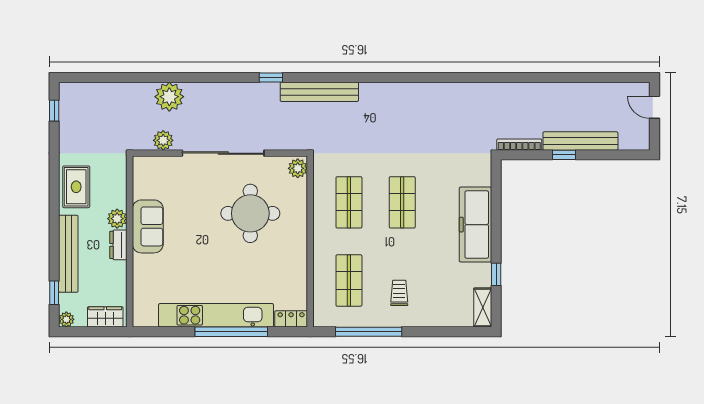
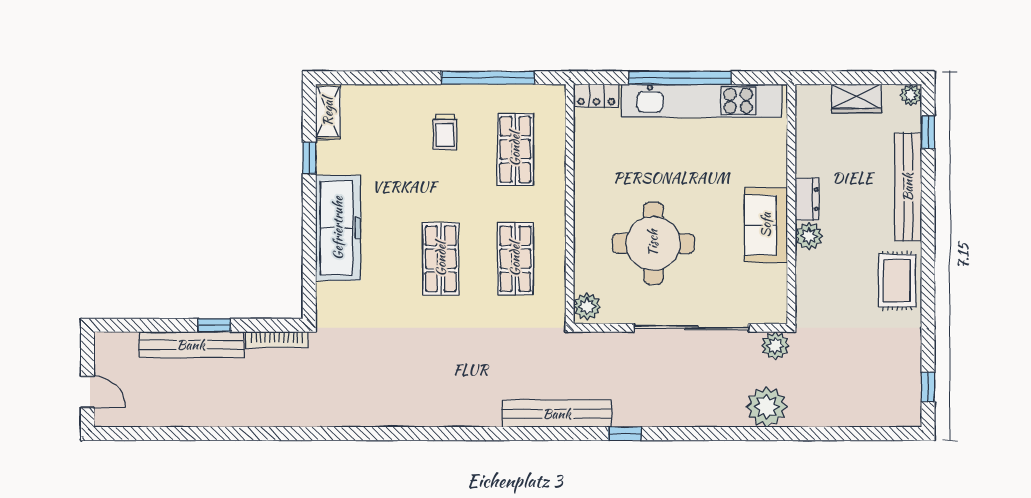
plant: (117, 219) -> (809, 236), moved
sofa: (148, 226) -> (766, 225), moved
wall: (130, 241) -> (791, 204), moved
dresser: (118, 245) -> (807, 199), moved

